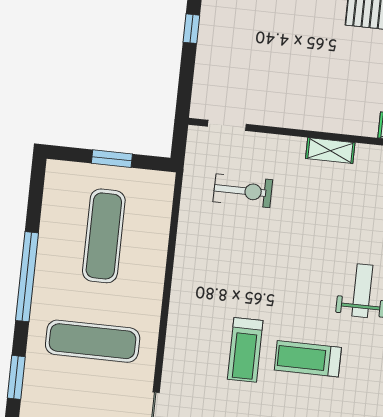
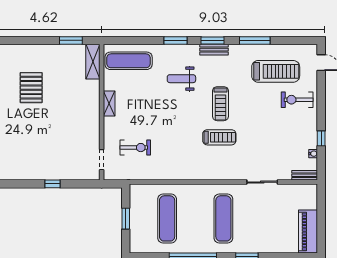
exercise bike: (243, 191) -> (135, 148), turned 90
exercise mat: (104, 236) -> (167, 218), turned 90

